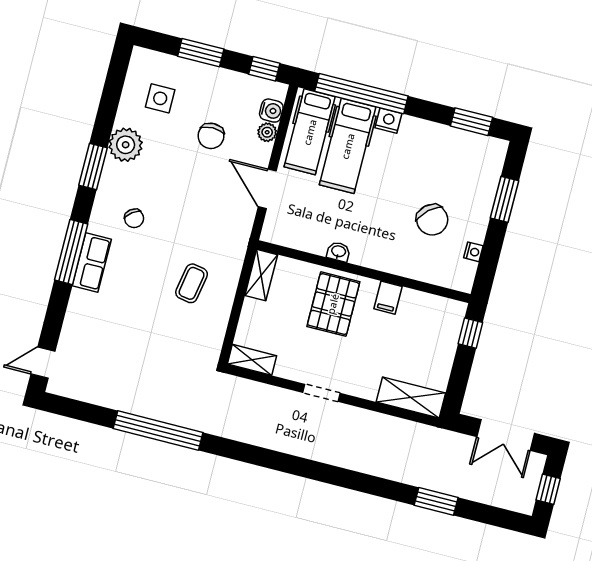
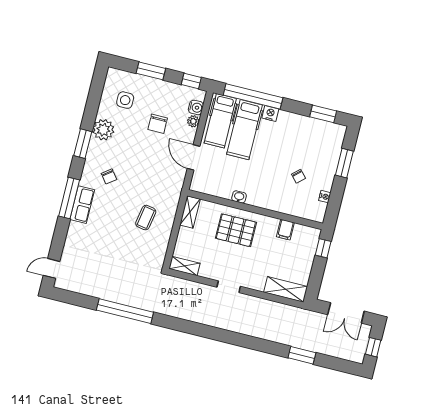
chair: (432, 220) -> (298, 176), width x0.54, depth x0.54
filing cabinet: (388, 298) -> (285, 230), moved
pallet: (333, 304) -> (236, 230), turned 90

